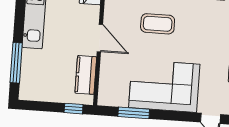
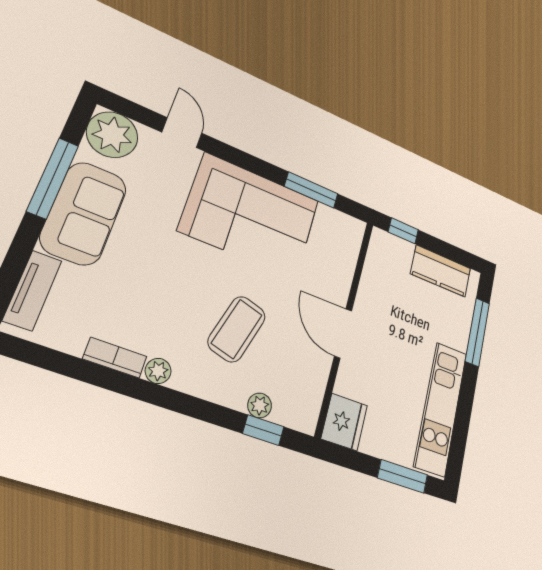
coffee table: (158, 24) -> (237, 329), turned -74
kitchen counter: (86, 75) -> (441, 271), moved, turned 90

